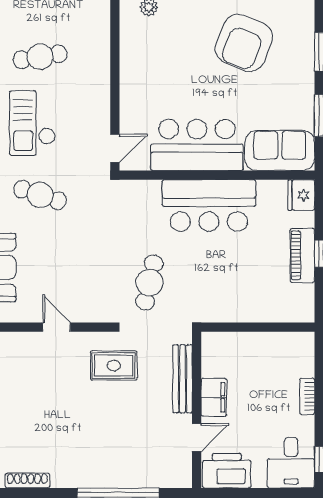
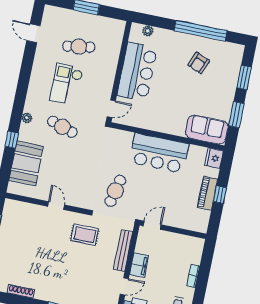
armchair: (244, 43) -> (199, 63), width x0.53, depth x0.53
bar counter: (197, 145) -> (137, 72), moved, turned 90
door: (222, 327) -> (152, 225), added

